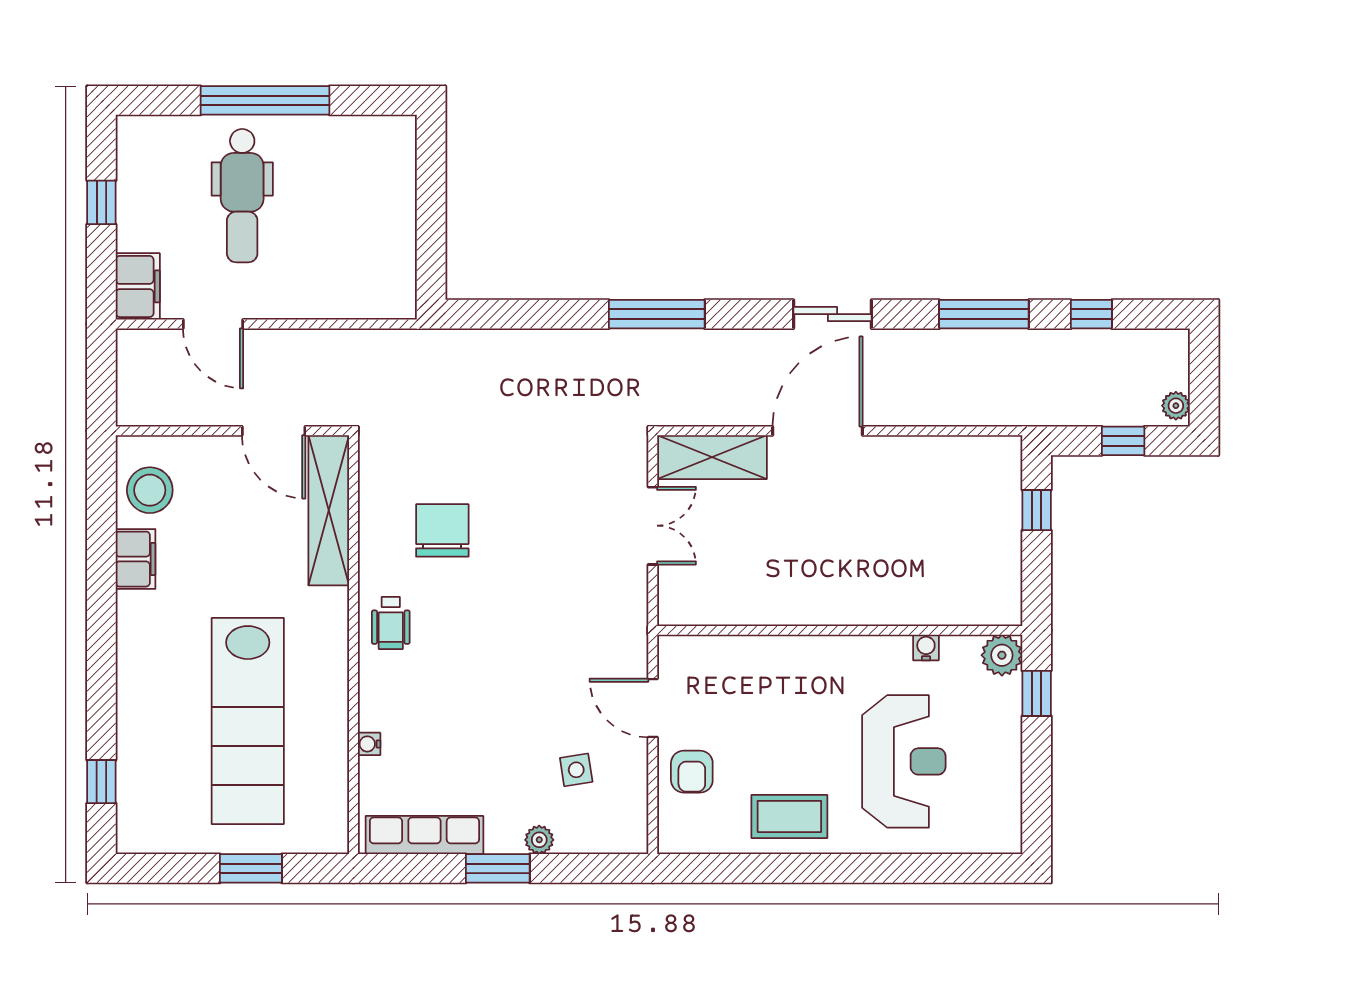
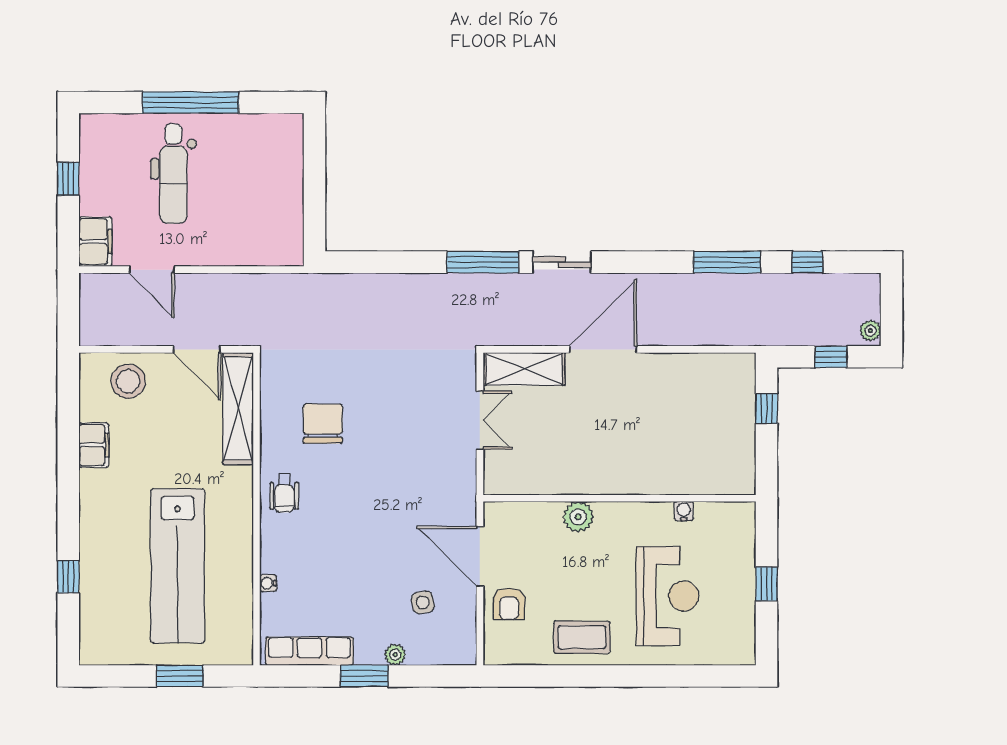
sliding door: (833, 314) -> (562, 262), moved
stool: (150, 490) -> (128, 381), moved
plant: (1002, 655) -> (578, 517), moved
window: (1037, 693) -> (767, 584), moved
door: (653, 708) -> (480, 556), width x1.36
window: (101, 782) -> (68, 577), moved

